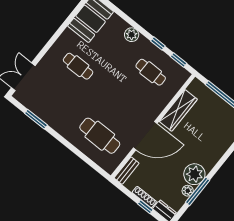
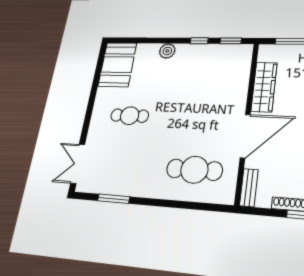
cafe table: (151, 72) -> (209, 71), removed

